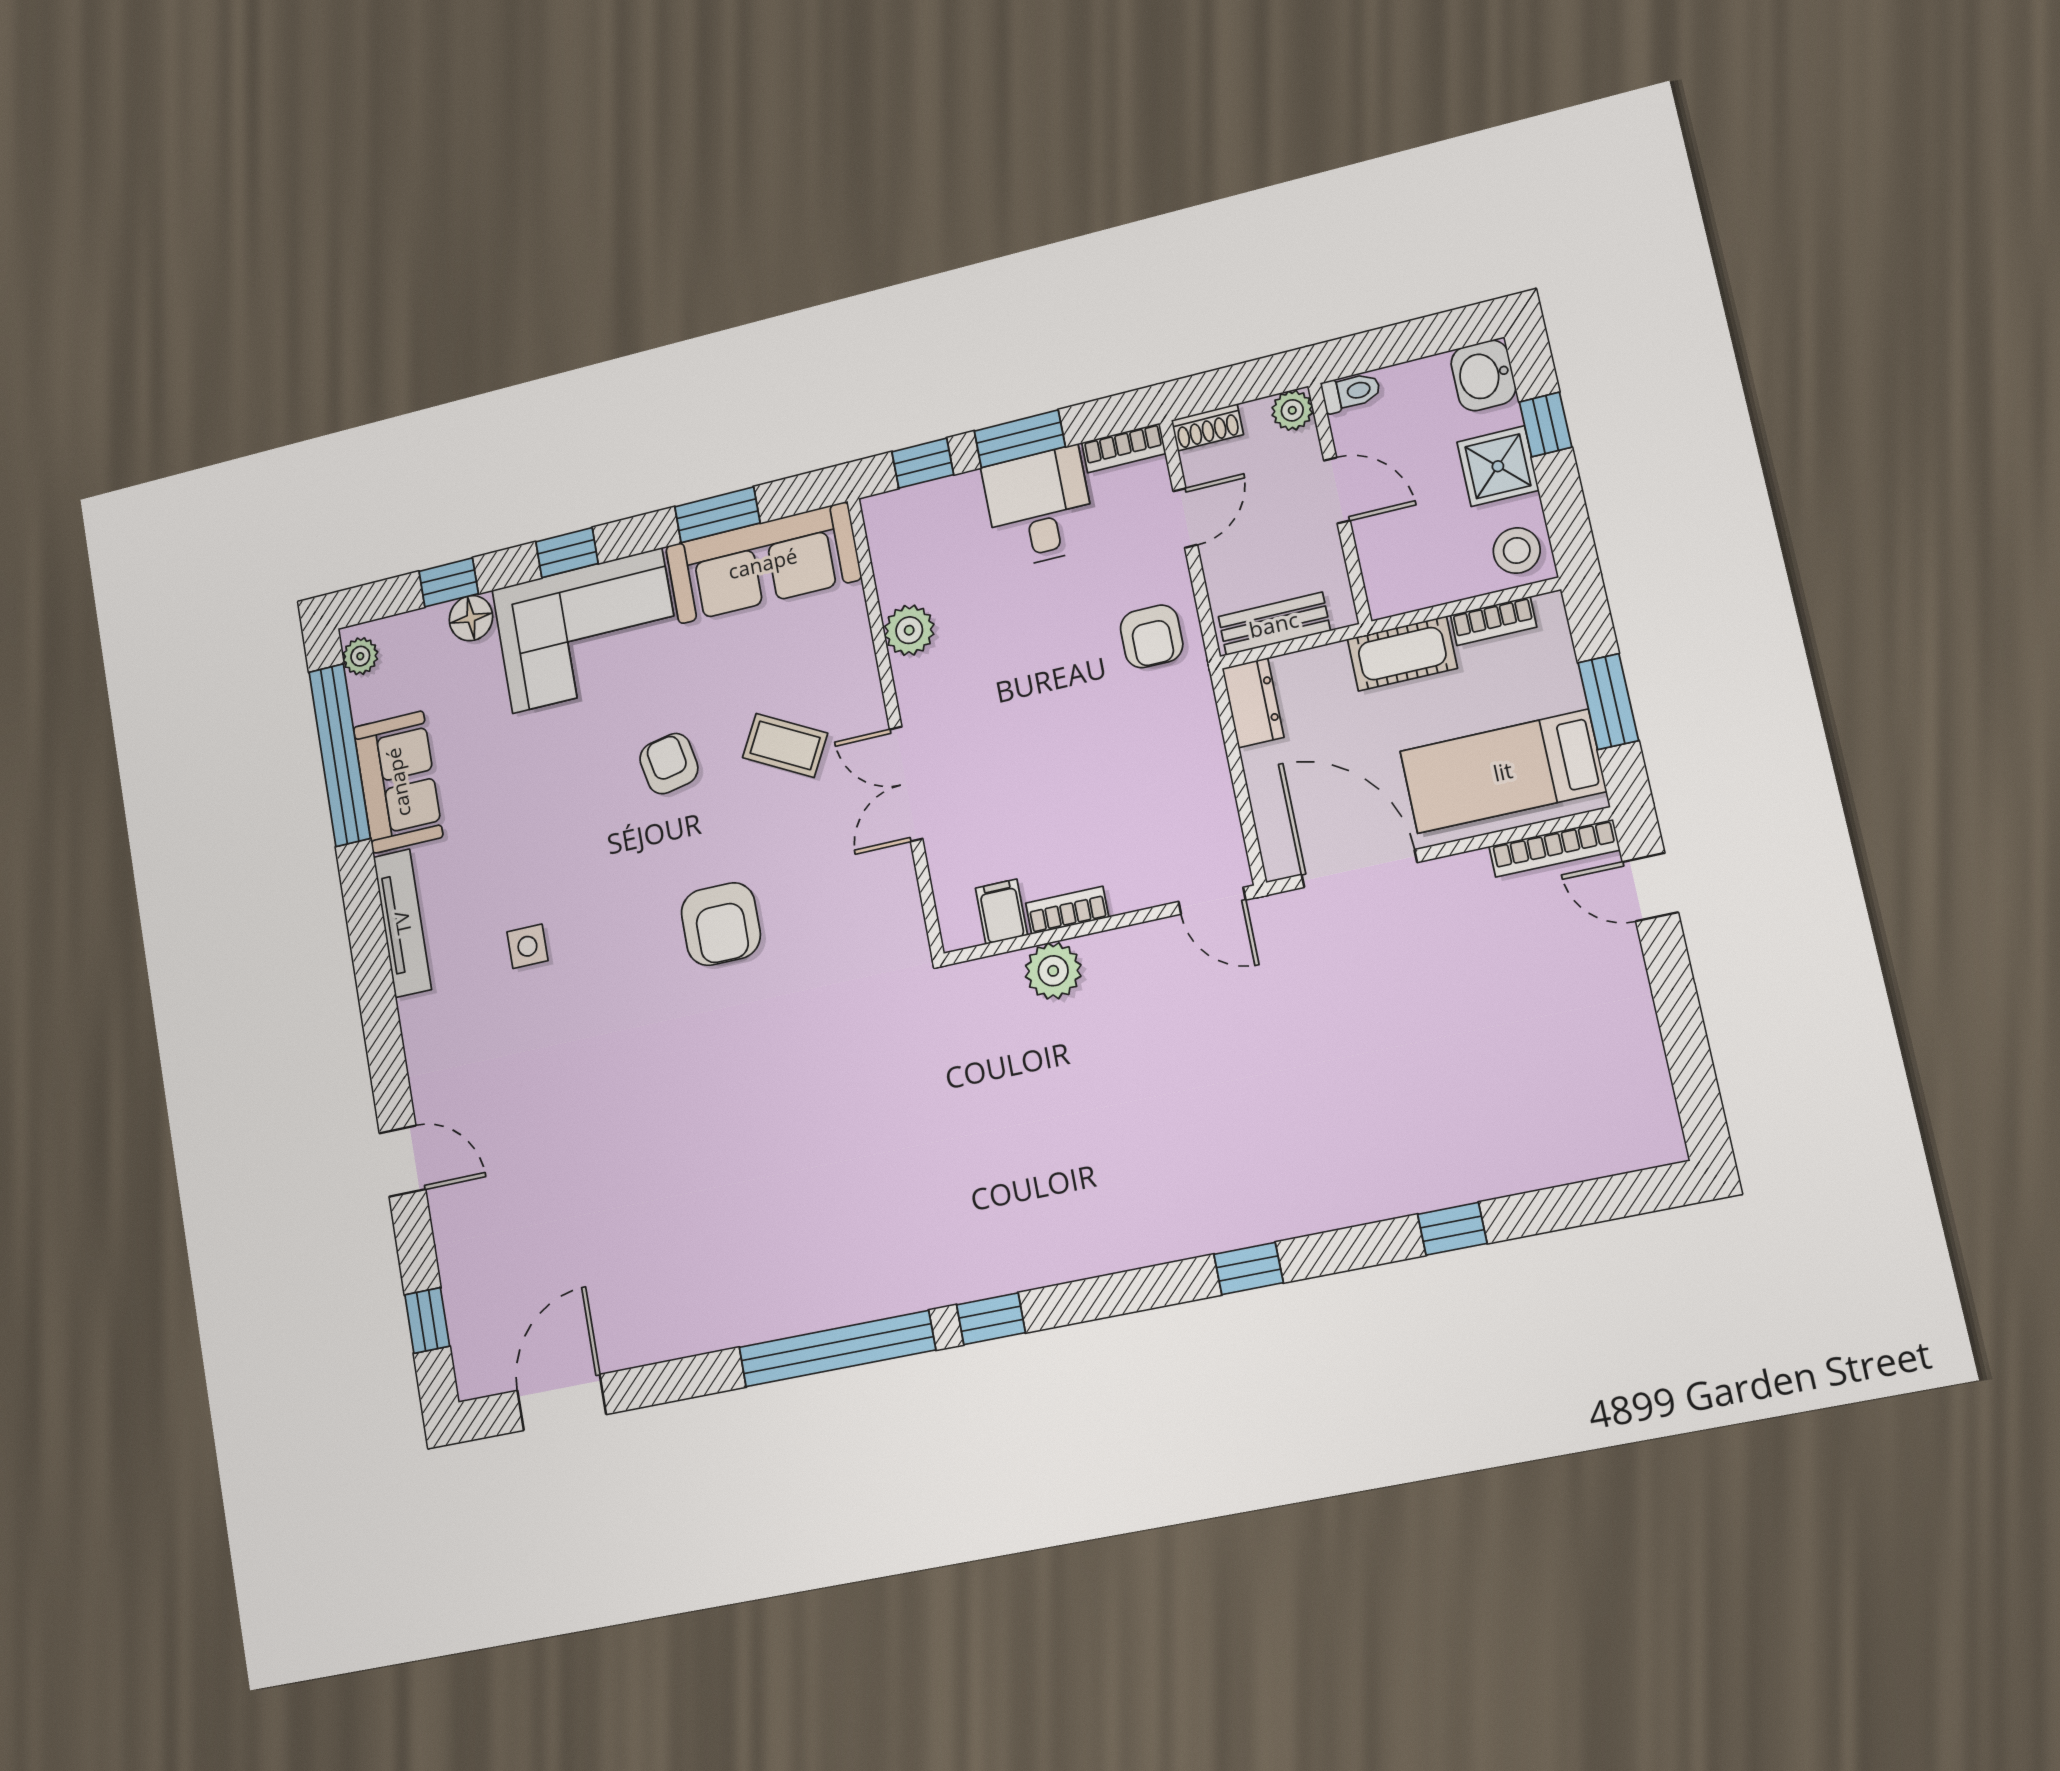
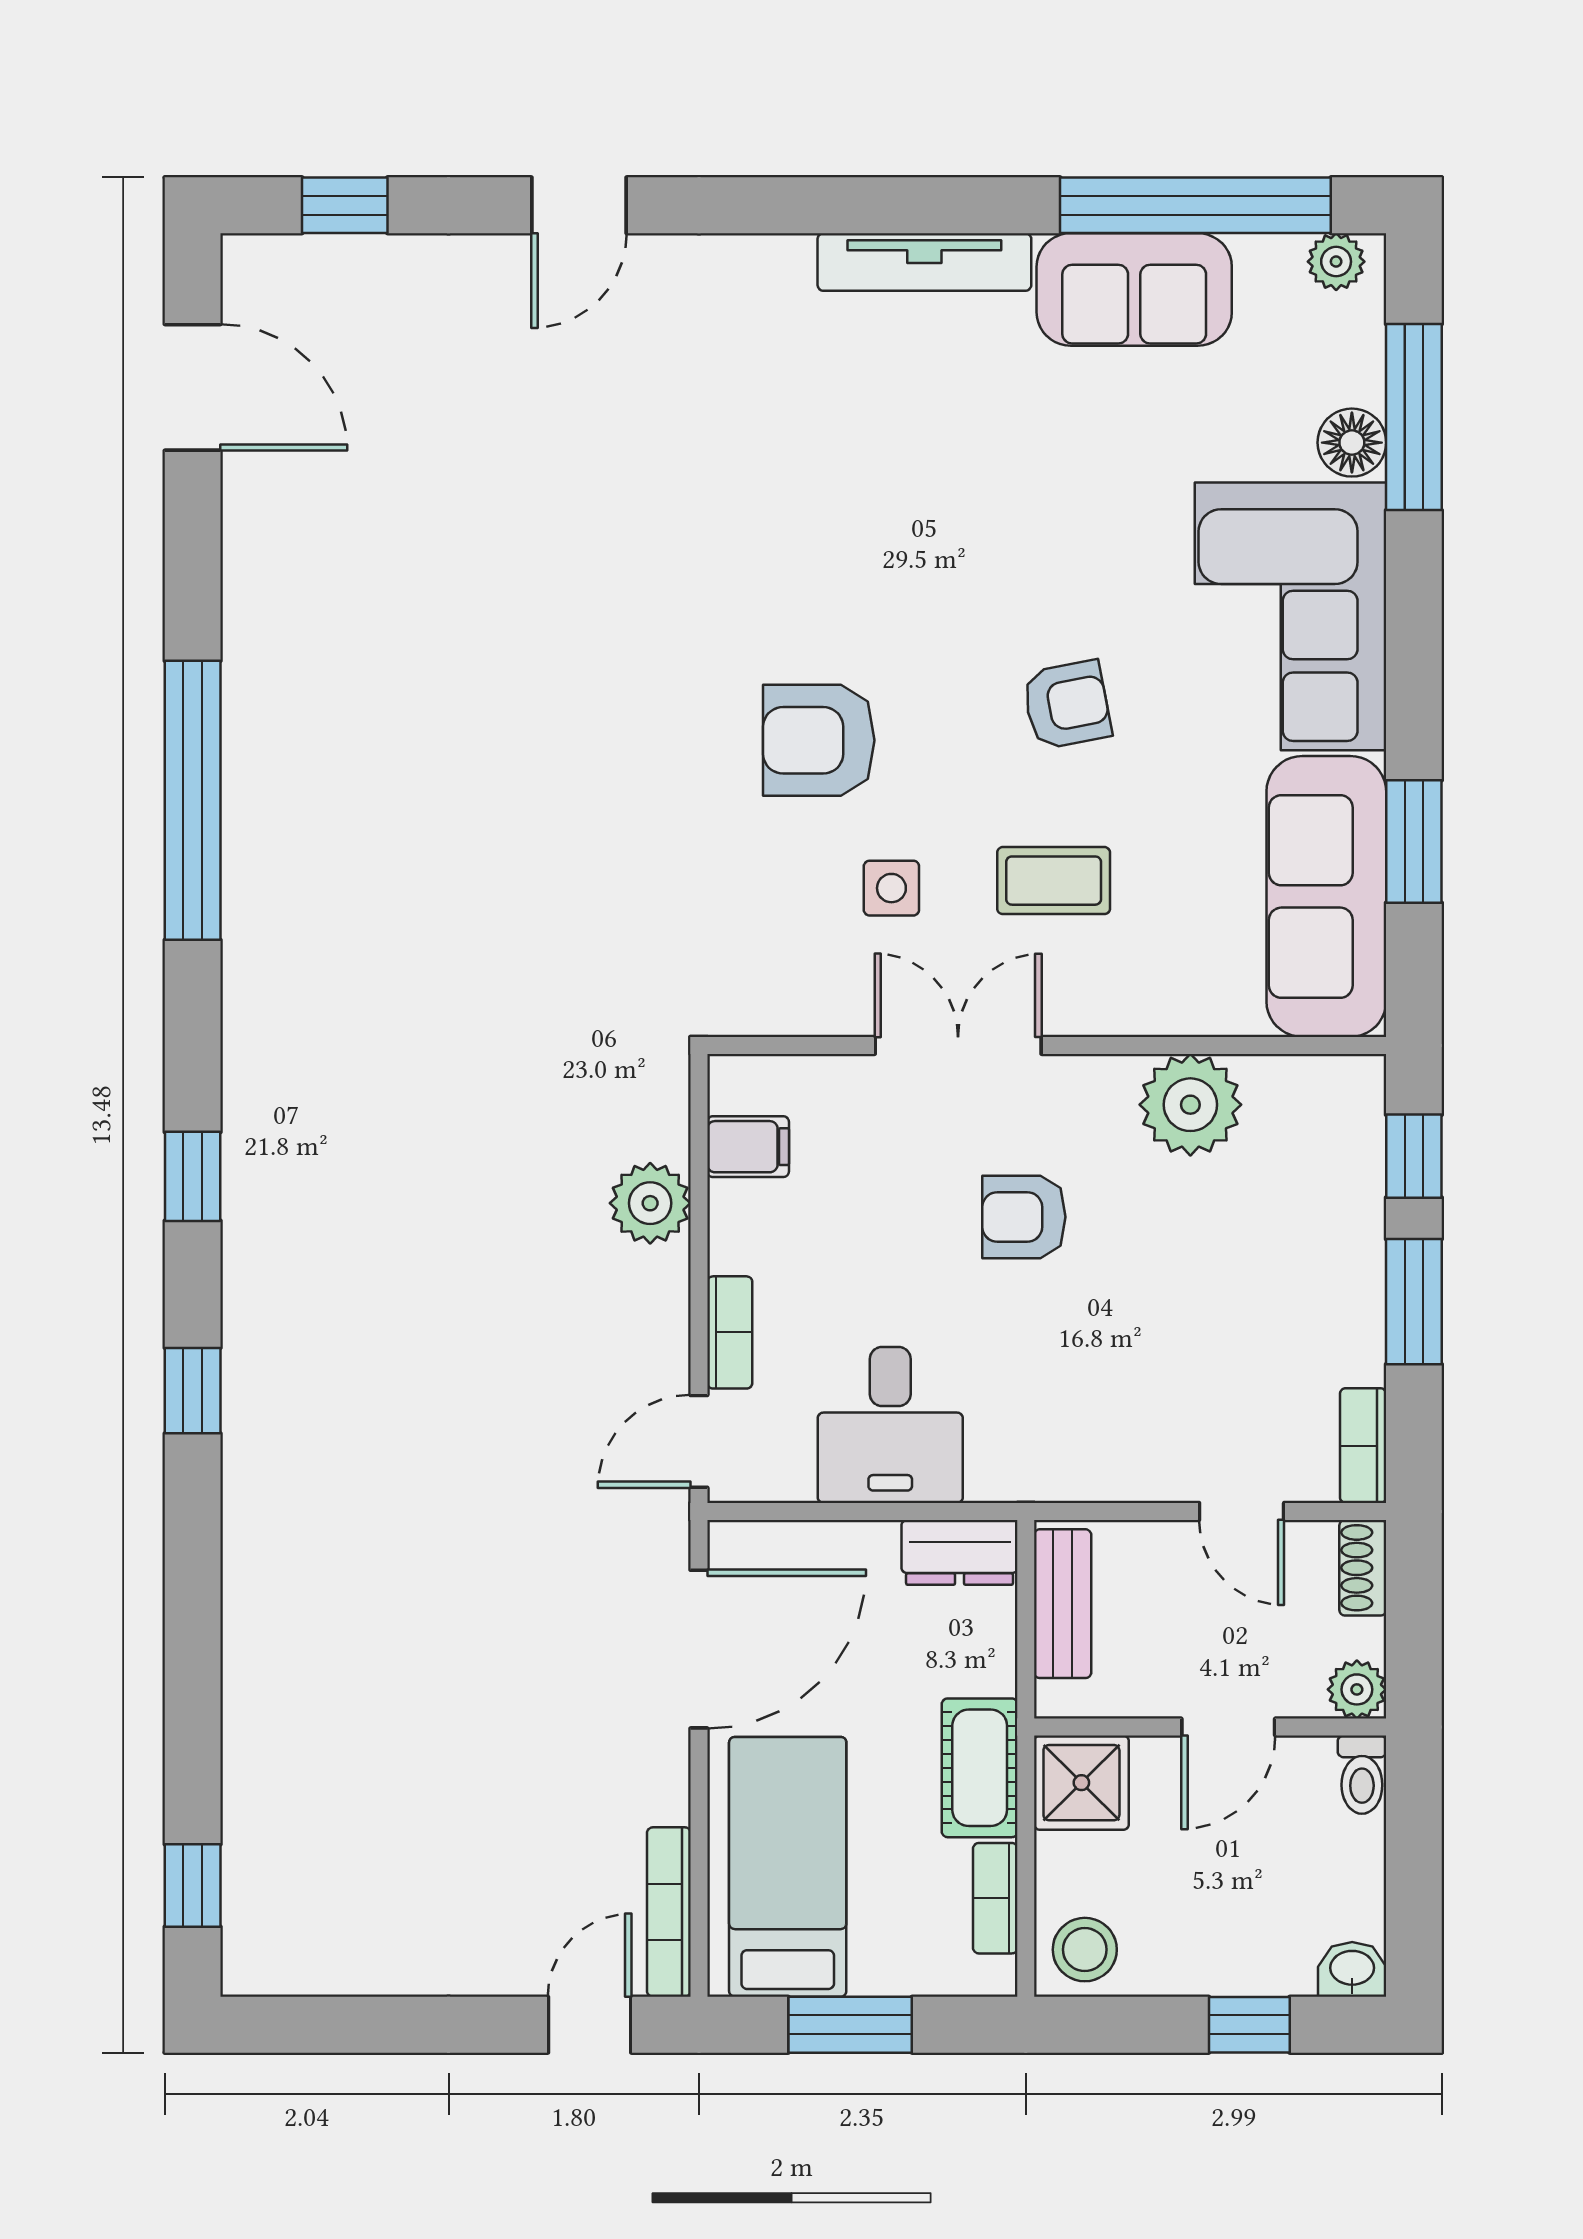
washbasin: (1483, 375) -> (1352, 1969), width x0.72, depth x0.69
shower: (1498, 466) -> (1081, 1783), moved
desk: (1039, 507) -> (890, 1425), moved, turned 90
window: (567, 553) -> (1414, 606), removed
window: (449, 582) -> (1414, 417), width x2.17
plant: (909, 630) -> (1190, 1105), width x1.36, depth x1.36
armchair: (1152, 636) -> (1024, 1217), moved
coffee table: (785, 745) -> (1054, 881), turned 62
bookcase: (1067, 910) -> (730, 1332), moved
side table: (527, 946) -> (891, 888), moved
window: (1452, 1229) -> (193, 1886), moved
window: (991, 1319) -> (193, 1176), moved

